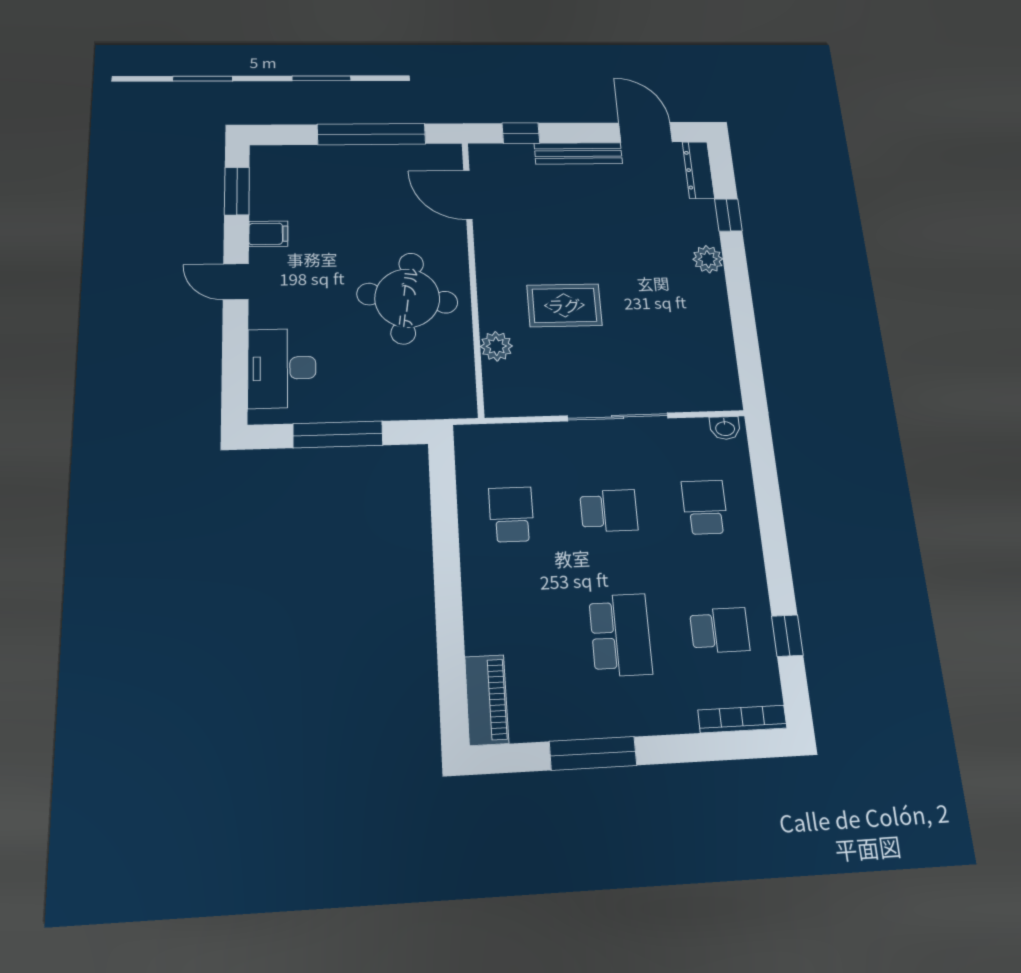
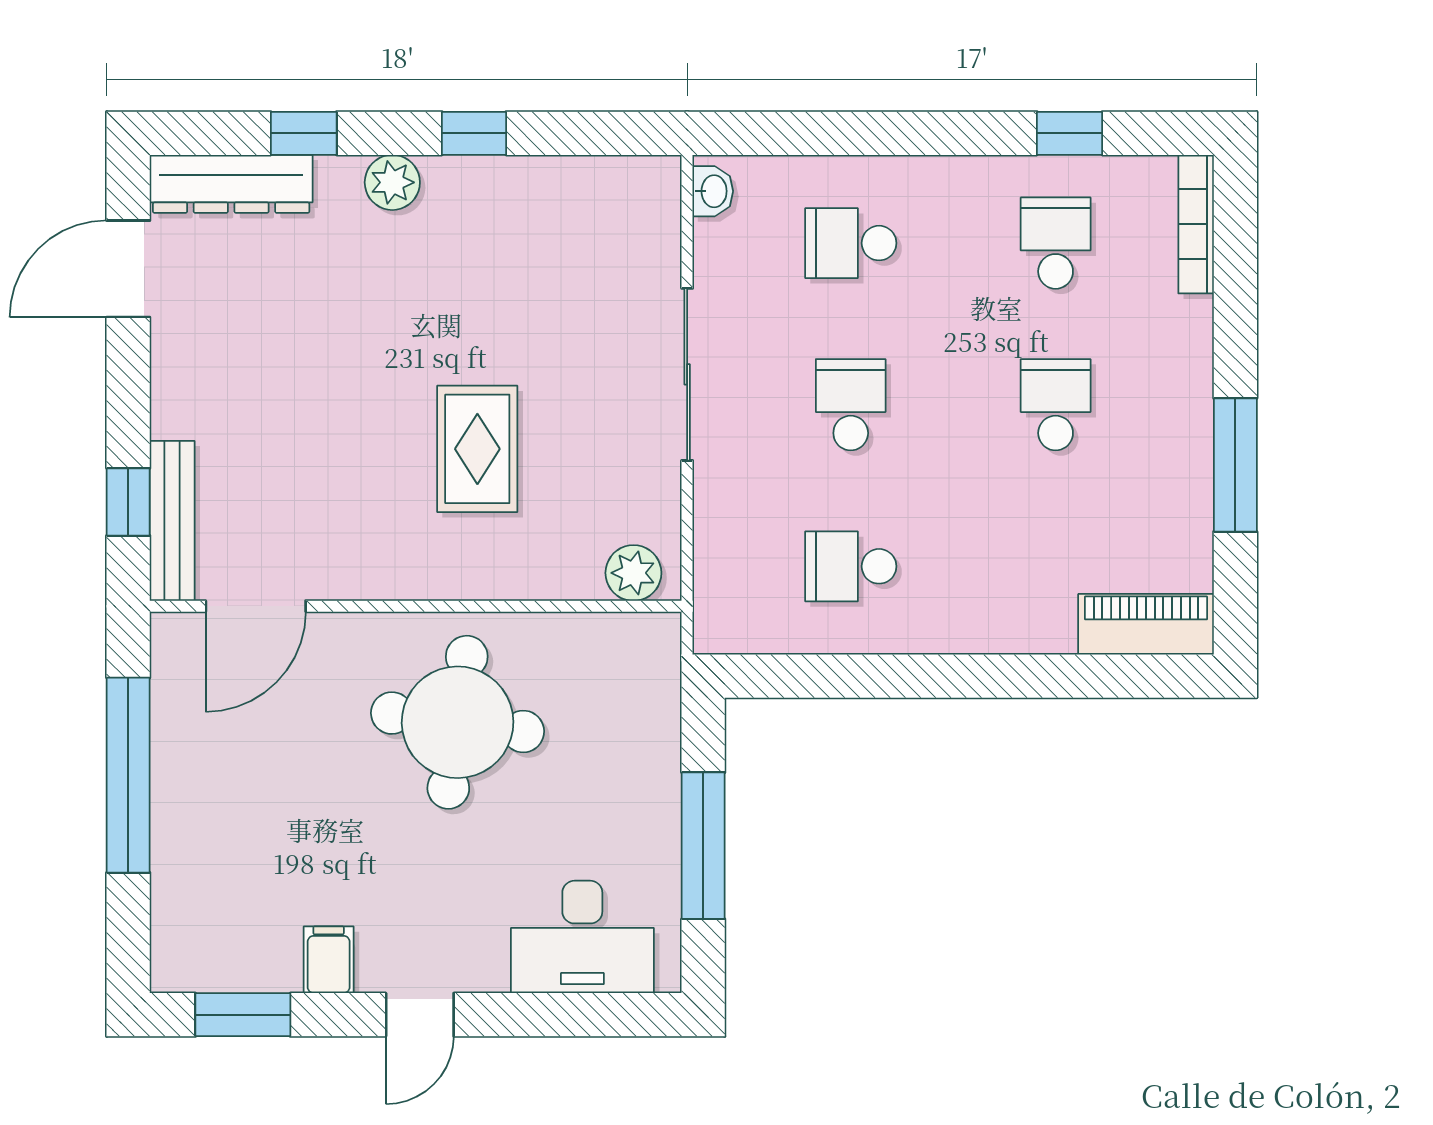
bench: (578, 153) -> (172, 521), moved
dresser: (698, 170) -> (231, 184), width x1.37, depth x1.24
window: (740, 300) -> (474, 133), added
plant: (496, 346) -> (633, 573), moved
school desk: (621, 635) -> (1056, 405), width x0.54

